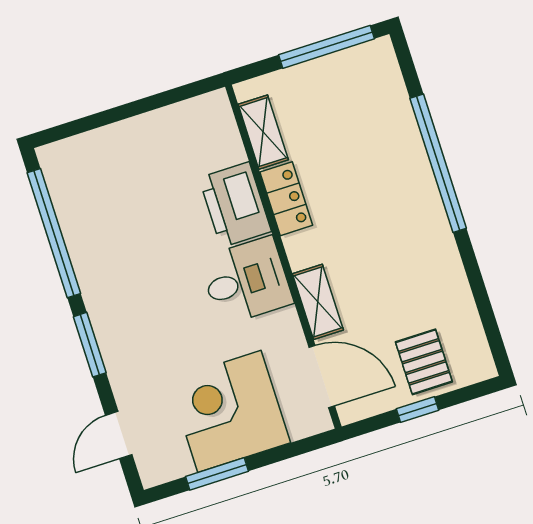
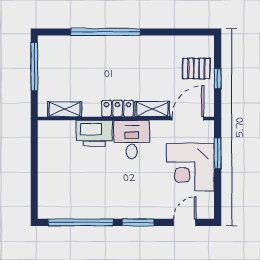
locker: (286, 199) -> (117, 108), moved
door: (119, 435) -> (185, 222), swing flipped
window: (217, 474) -> (218, 154), moved

